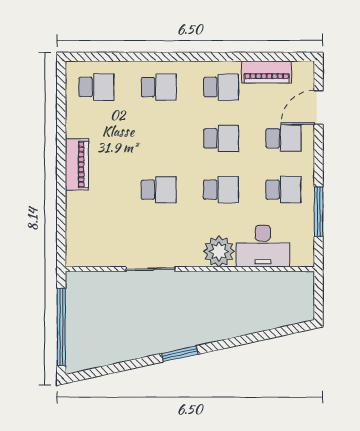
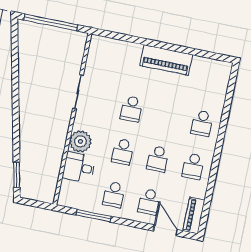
piano: (267, 72) -> (194, 215), moved
school desk: (96, 87) -> (211, 80), removed
piano: (77, 164) -> (166, 60), width x1.37, depth x1.33
desk: (263, 246) -> (79, 167), width x0.73
window: (180, 354) -> (17, 175), moved

